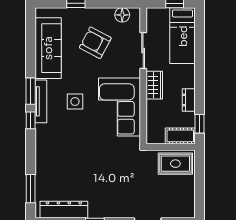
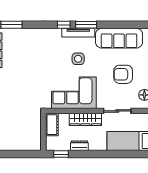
armchair: (95, 43) -> (123, 74), turned -118
wardrobe: (154, 85) -> (85, 119), width x1.50
cot: (180, 136) -> (52, 125), moved
rug: (175, 164) -> (31, 136), removed

